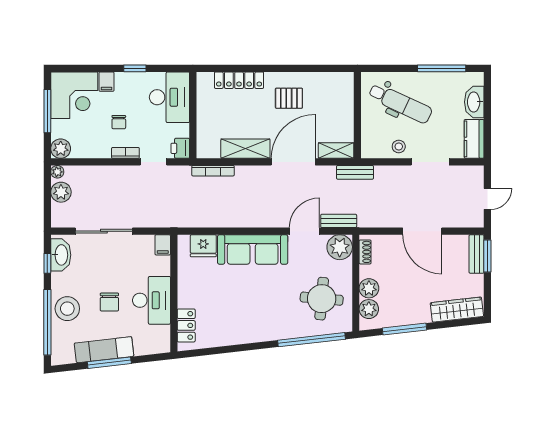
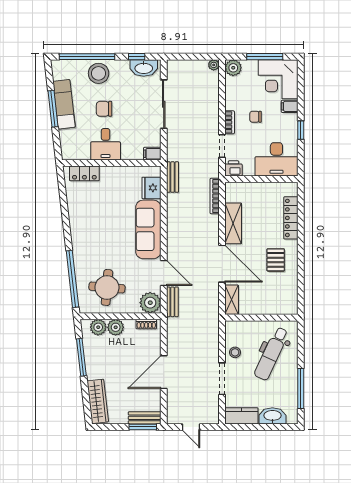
bench: (355, 172) -> (173, 177), moved
plant: (61, 192) -> (197, 68), removed
desk: (152, 300) -> (106, 144), width x0.73

